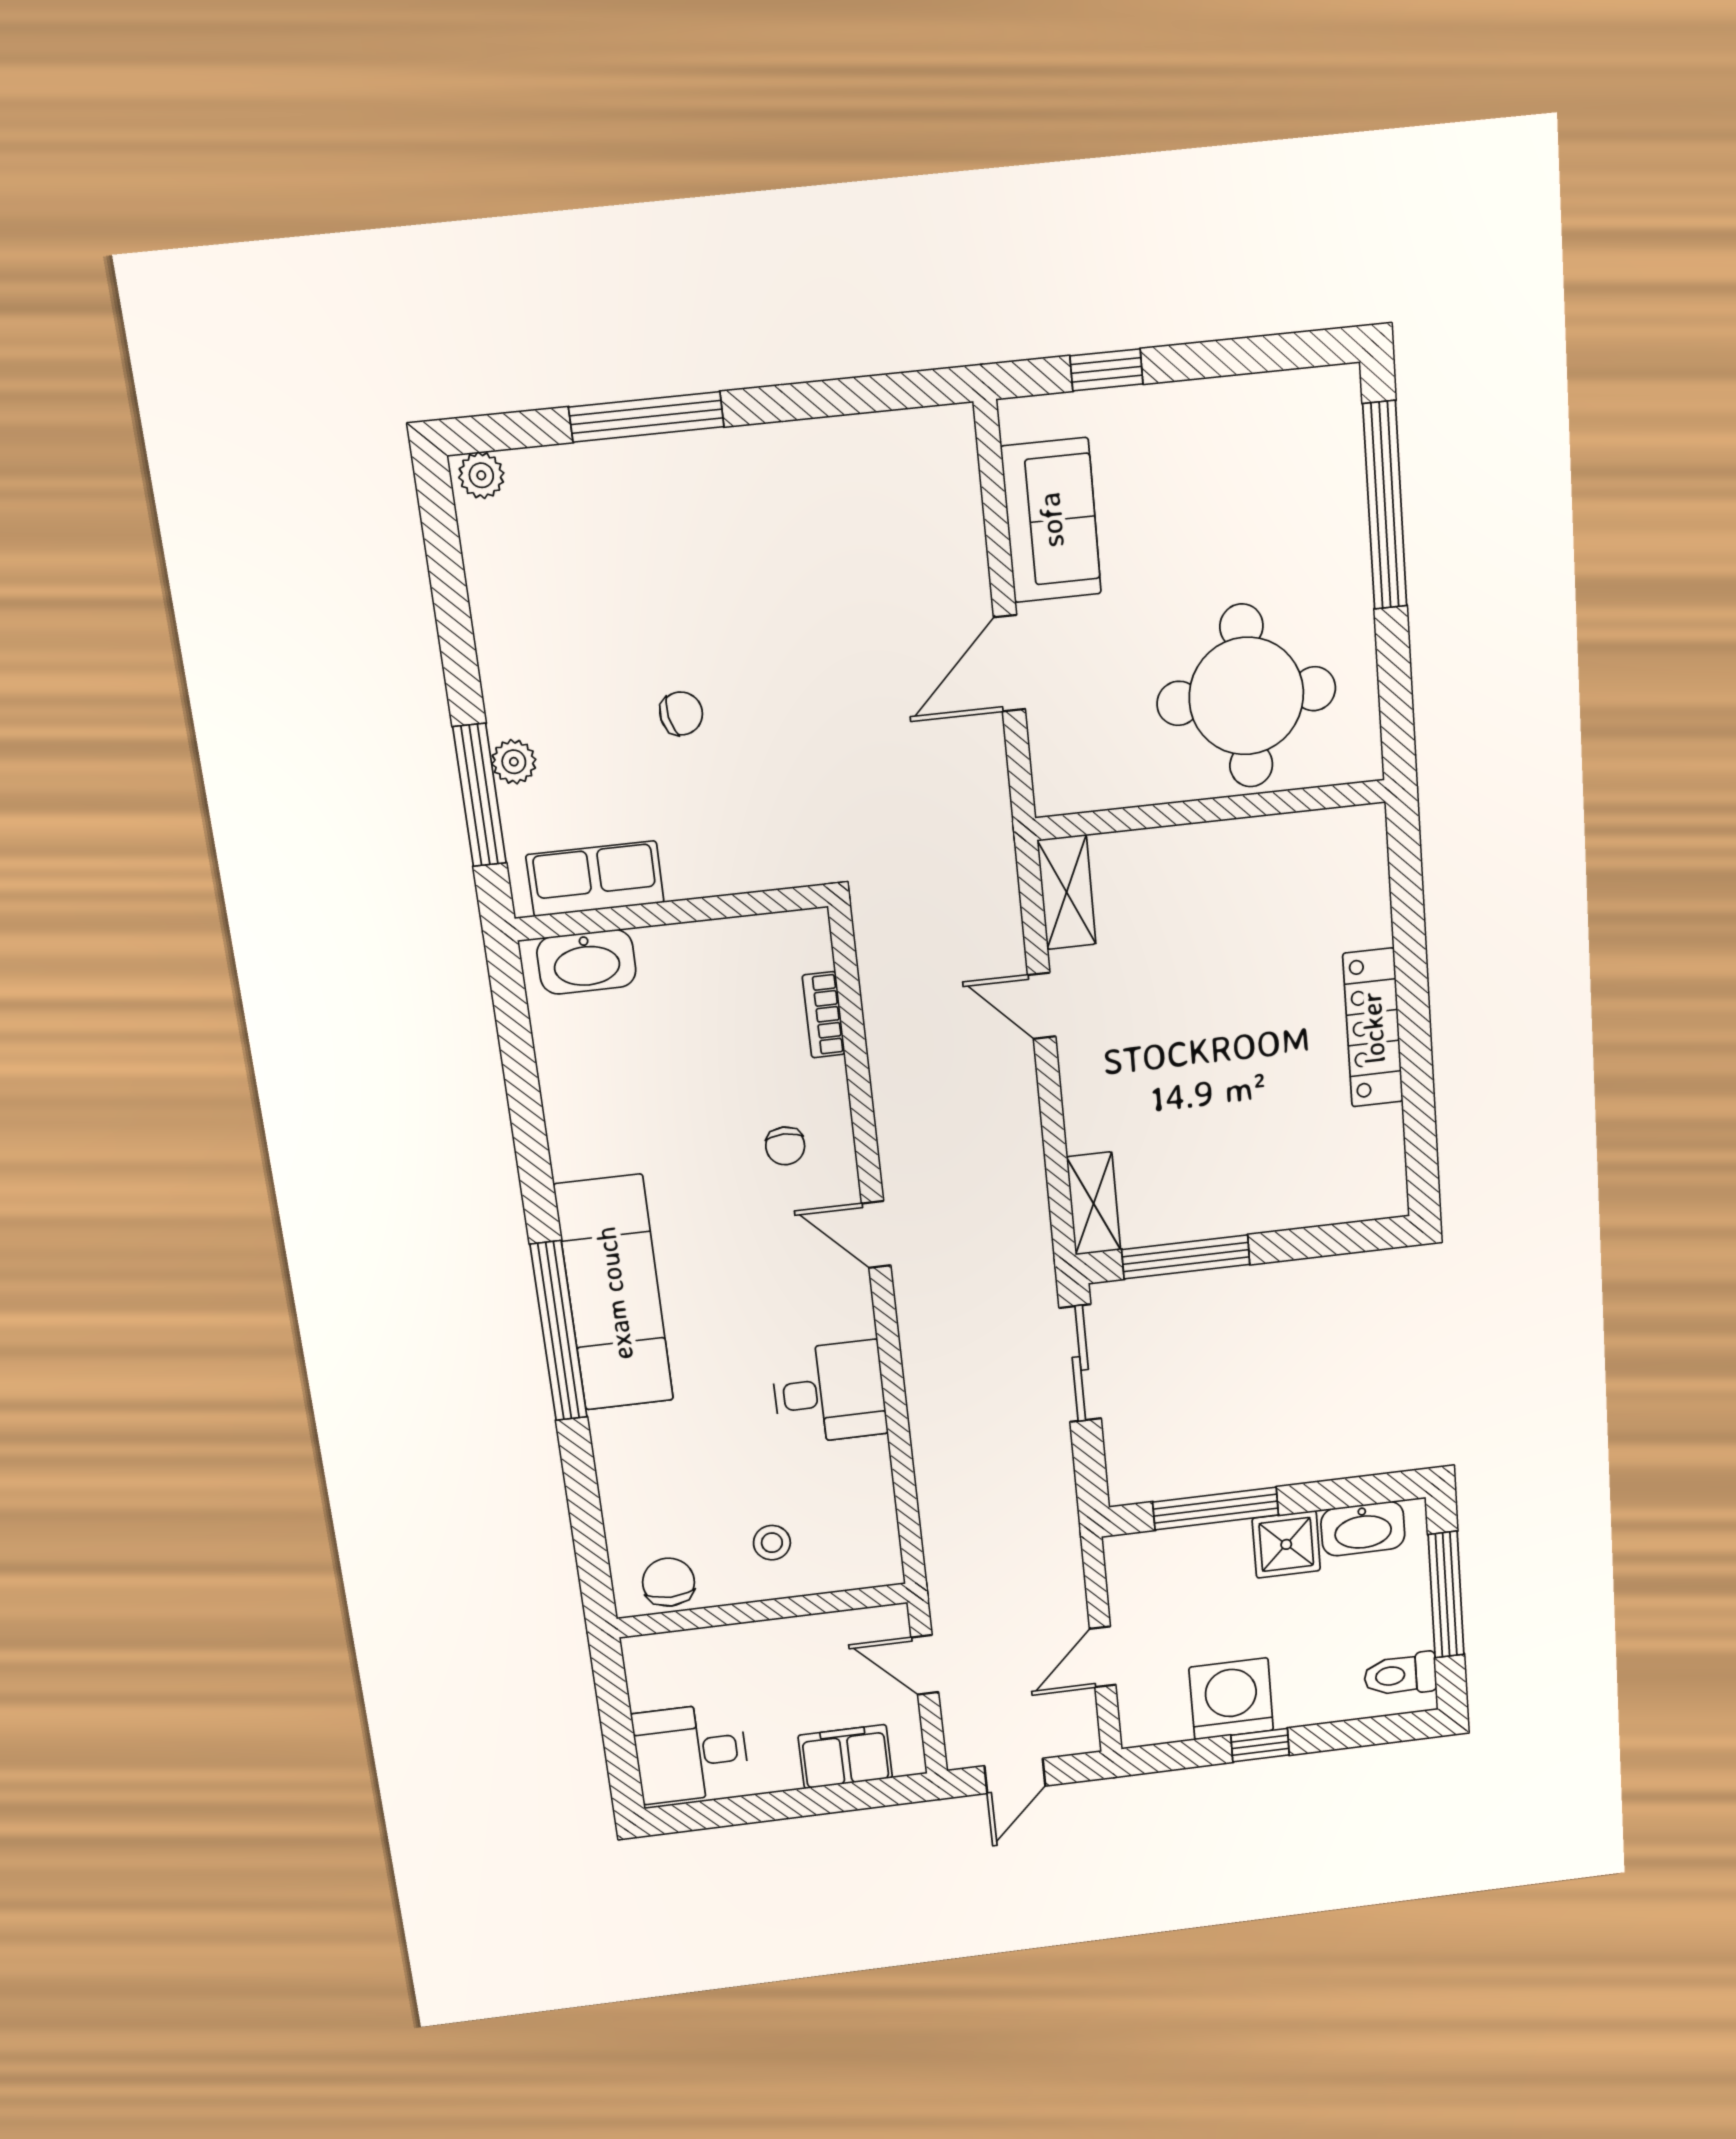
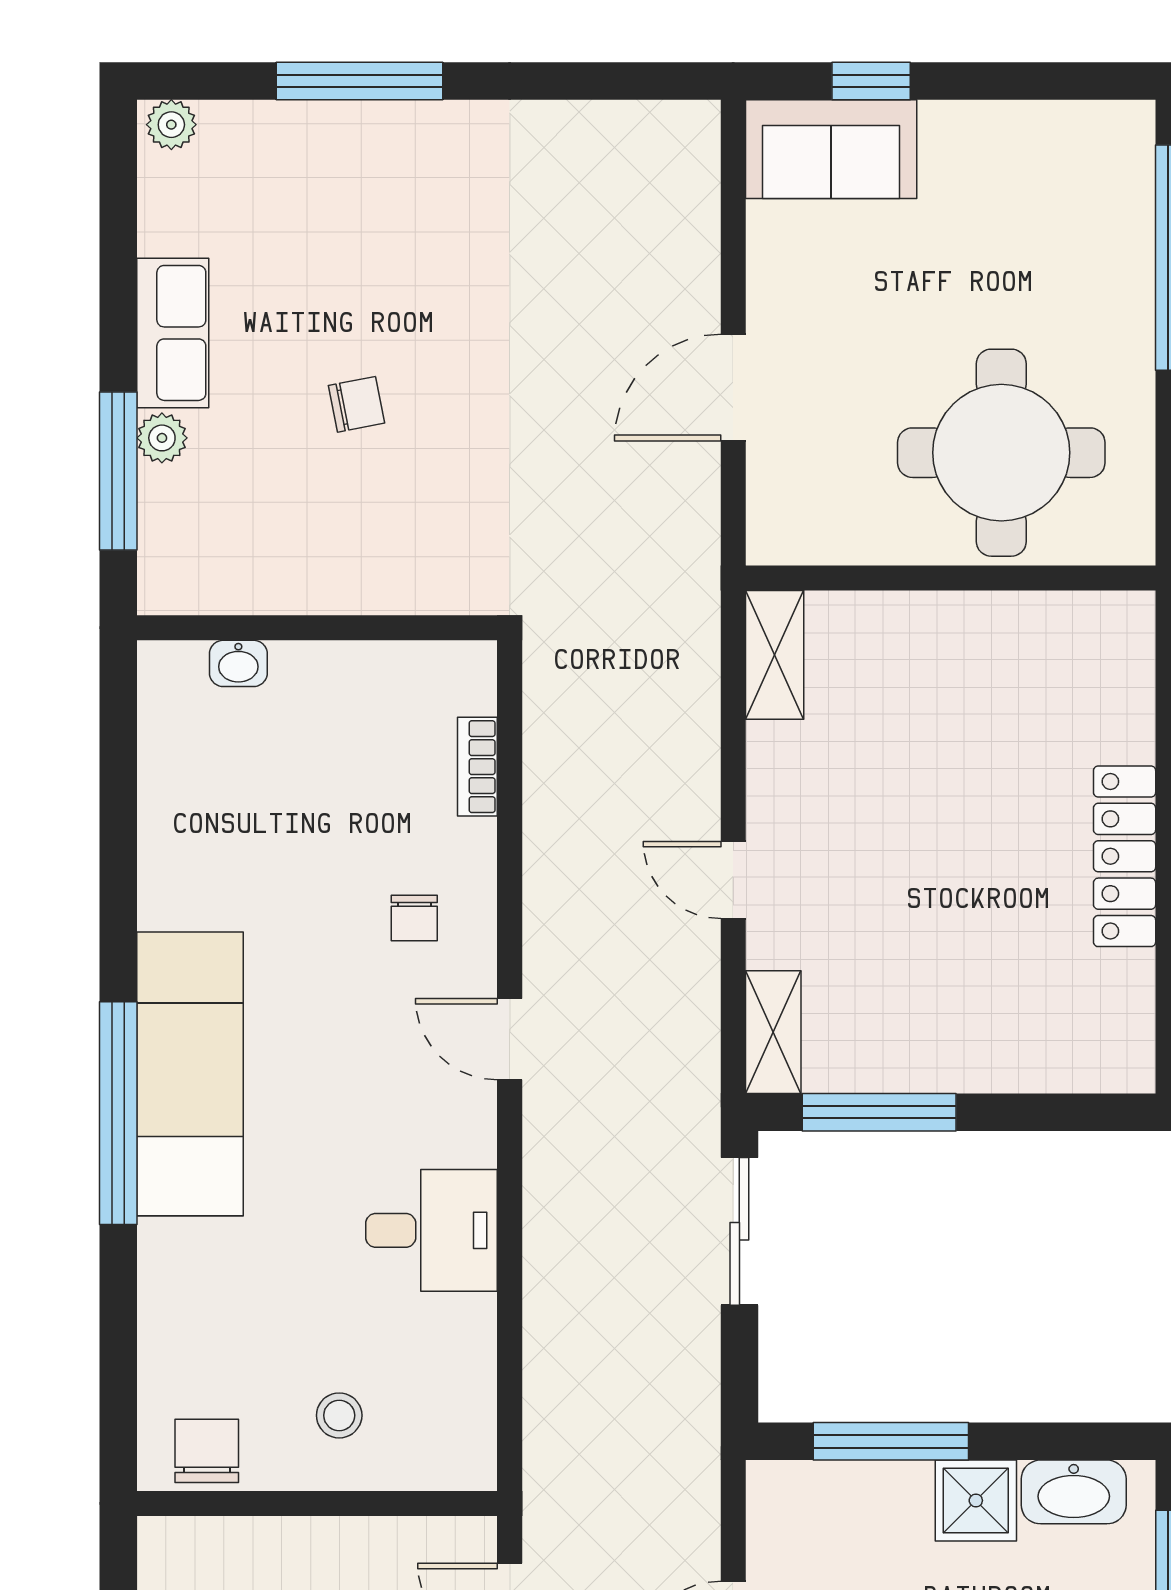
sofa: (1051, 520) -> (831, 149), moved, turned 90
row of seats: (595, 879) -> (173, 333), moved, turned 90
washbasin: (586, 962) -> (238, 663), width x0.52, depth x0.69
door: (1042, 1006) -> (733, 880), moved

